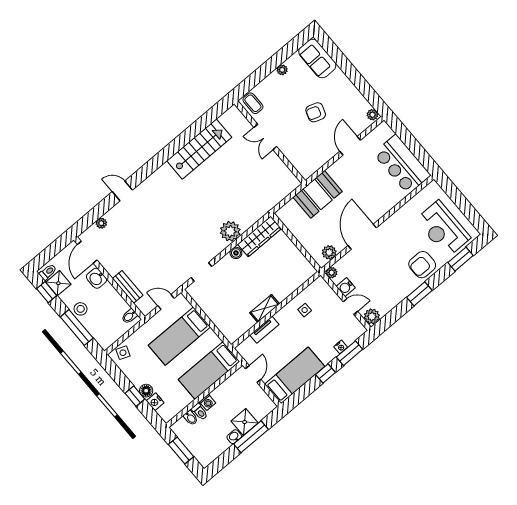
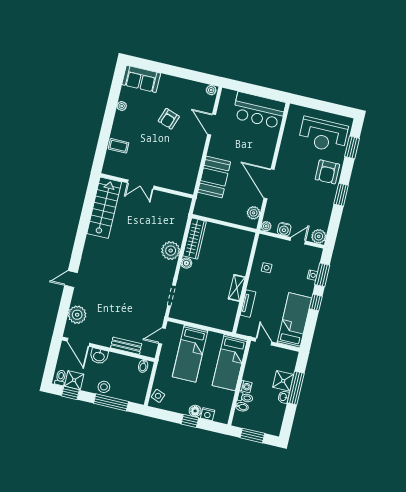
double door: (265, 137) -> (141, 184), moved
wall: (270, 142) -> (147, 186), moved
plant: (101, 223) -> (77, 315), width x1.88, depth x1.88

